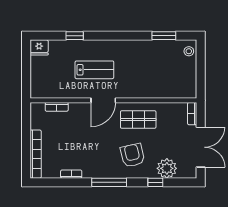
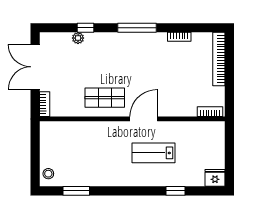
bookcase: (57, 107) -> (210, 112), moved
armchair: (132, 155) -> (111, 58), removed
plant: (167, 168) -> (78, 38), width x0.53, depth x0.53

